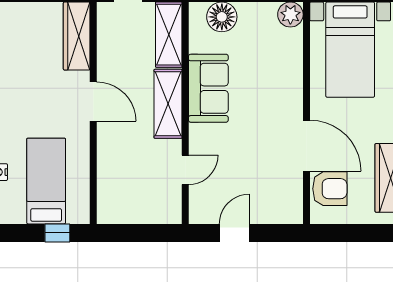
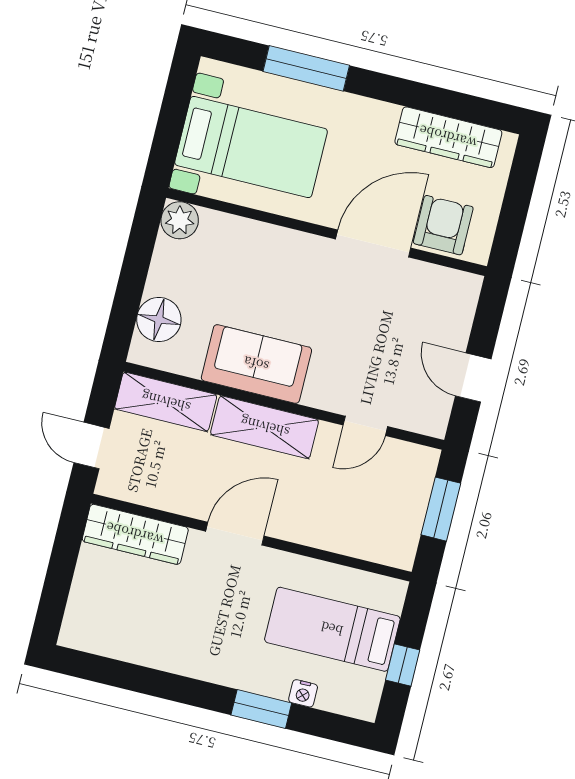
door: (185, 170) -> (365, 426), swing flipped
window: (57, 233) -> (403, 665), moved
window: (143, 233) -> (441, 509), added

